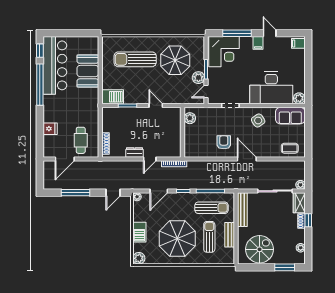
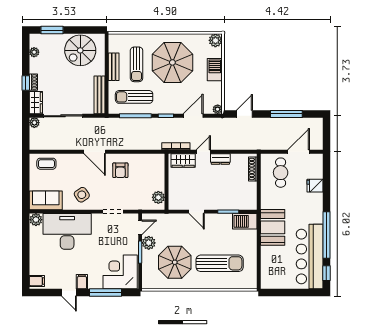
booth: (88, 71) -> (273, 227), moved
wardrobe: (168, 151) -> (183, 160), added

